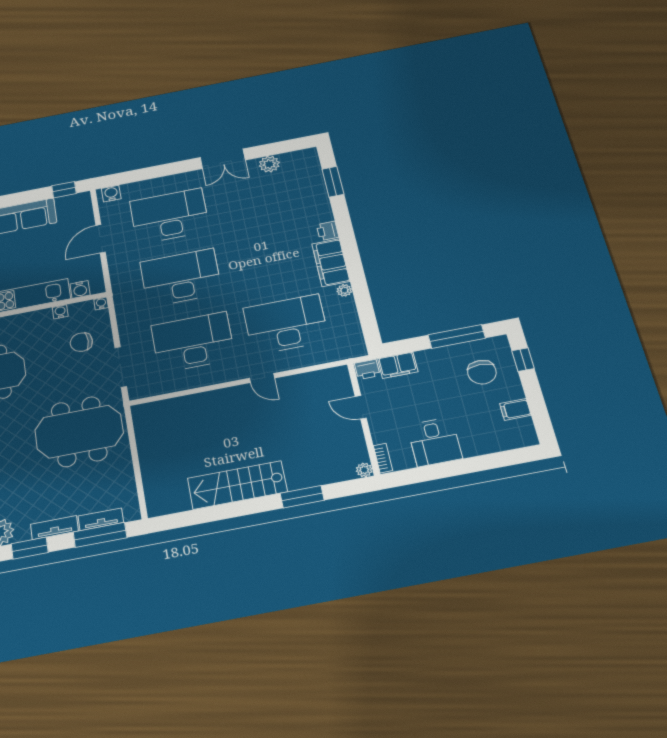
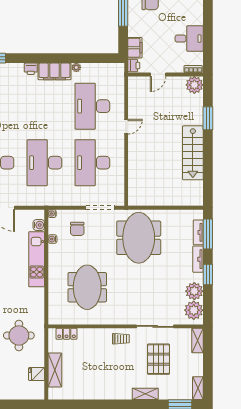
plant: (364, 470) -> (194, 85), width x1.88, depth x1.88

